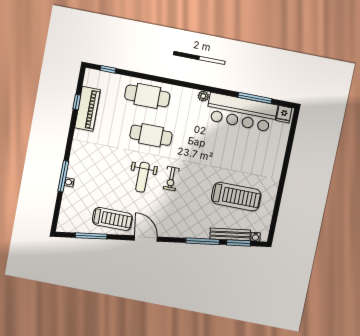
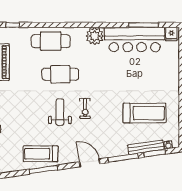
plant: (203, 96) -> (95, 36), width x1.87, depth x1.87
weight bench: (142, 177) -> (60, 112), turned 180
treadmill: (112, 219) -> (41, 154), turned 180
window: (91, 236) -> (43, 170), moved
door: (146, 239) -> (90, 163), moved

